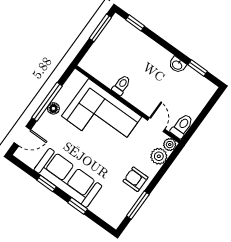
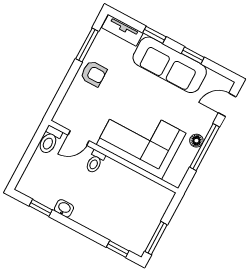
toilet: (121, 85) -> (95, 162), moved
door: (156, 125) -> (79, 138), hinge flipped
plant: (170, 145) -> (60, 118), removed
plant: (159, 156) -> (71, 103), removed
tv unit: (105, 214) -> (122, 30), added

